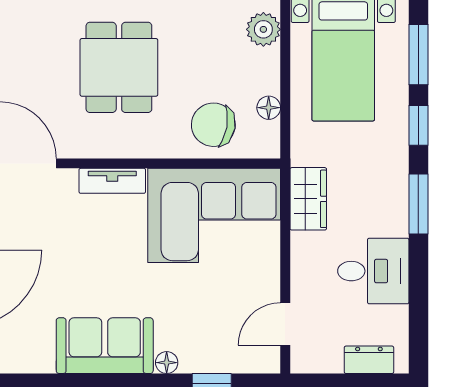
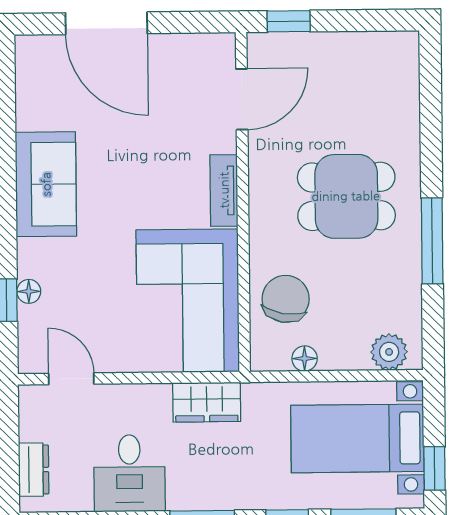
floor lamp: (167, 363) -> (29, 291), moved

